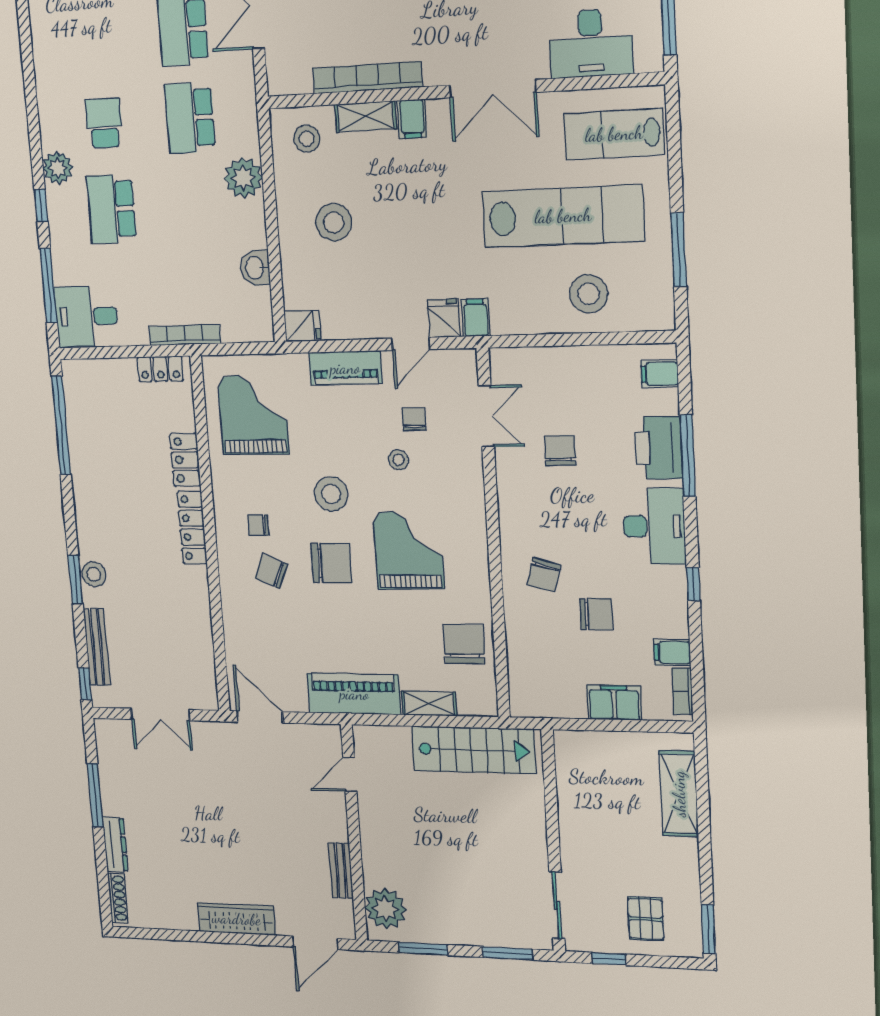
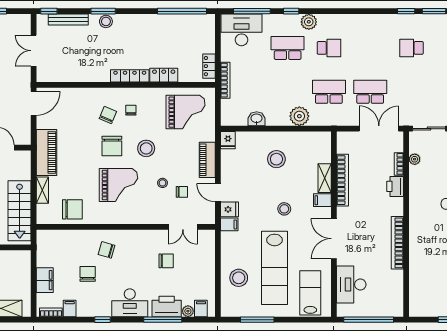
stool: (307, 139) -> (284, 209), moved
desk: (86, 316) -> (241, 30), width x1.37
plant: (667, 402) -> (188, 311), added
chair: (596, 614) -> (88, 274), turned 180

